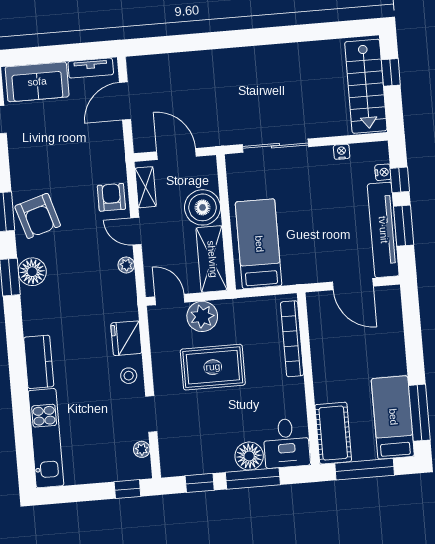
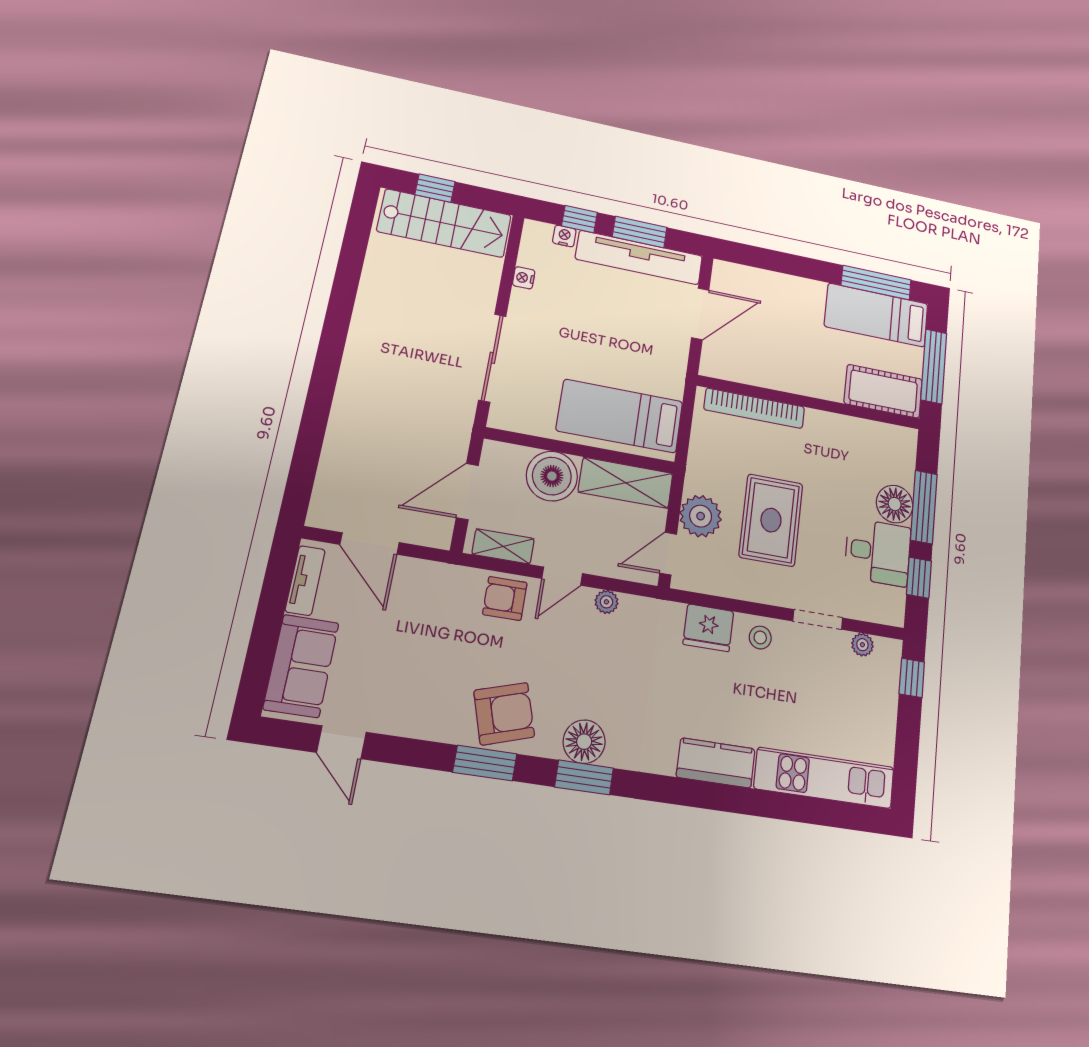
desk: (286, 443) -> (878, 552), moved

